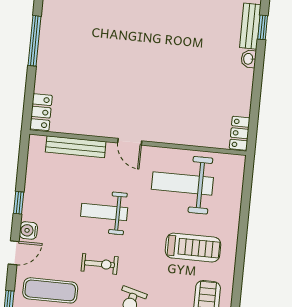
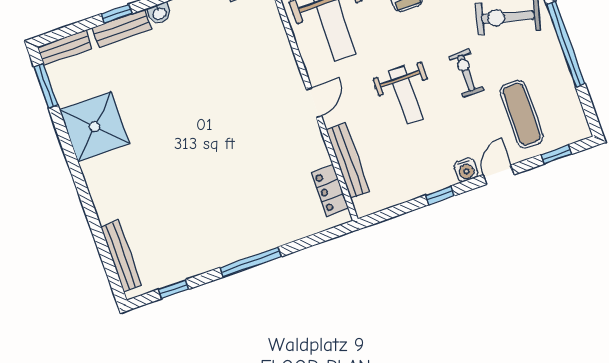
locker: (41, 112) -> (330, 191), moved, turned -90
door: (14, 253) -> (499, 175), hinge flipped

